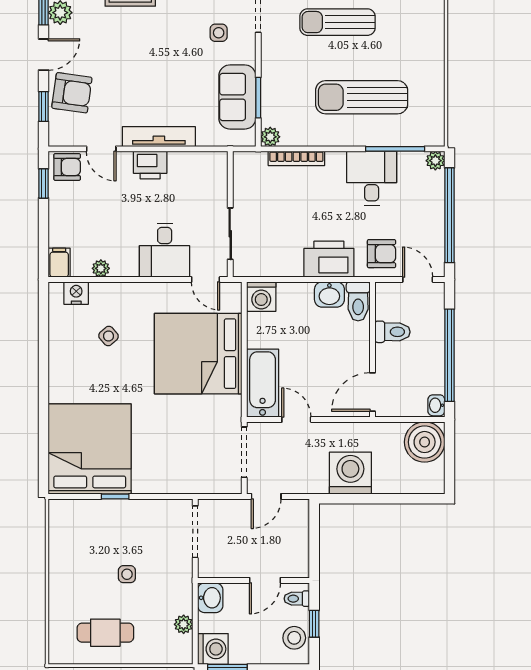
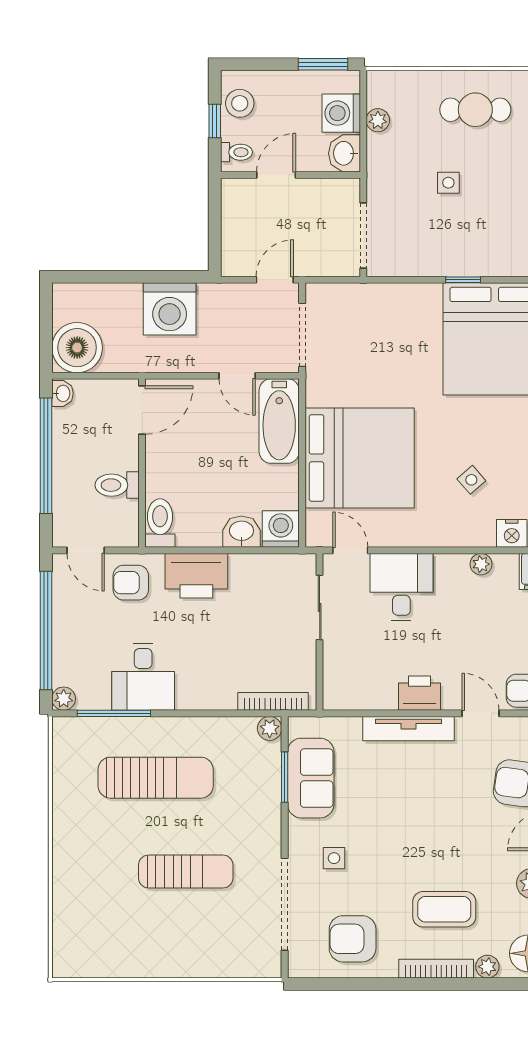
bookcase: (296, 158) -> (273, 701), moved
washbasin: (329, 294) -> (241, 532), moved
washing machine: (213, 649) -> (341, 113), moved

